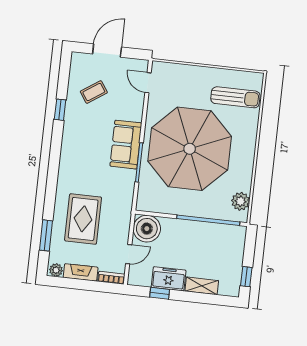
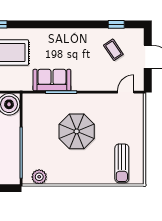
window: (60, 110) -> (116, 24), moved
sofa: (126, 145) -> (52, 80), moved
parasol: (190, 149) -> (77, 131), width x0.54, depth x0.54

